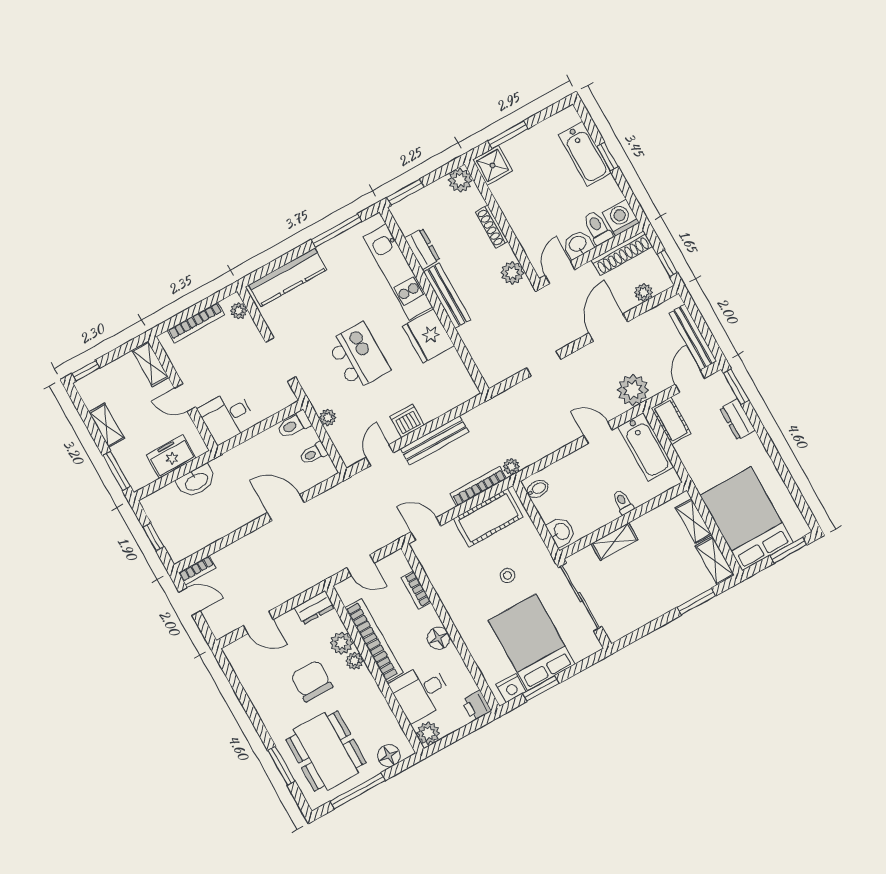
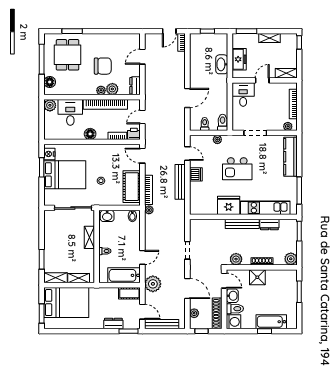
shower: (493, 165) -> (257, 277), moved
door: (426, 529) -> (142, 156), swing flipped
printer: (476, 706) -> (134, 134), moved
dining table: (326, 751) -> (68, 55), width x0.73

